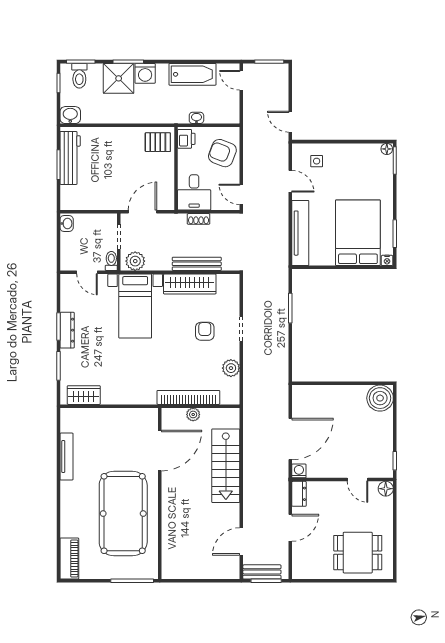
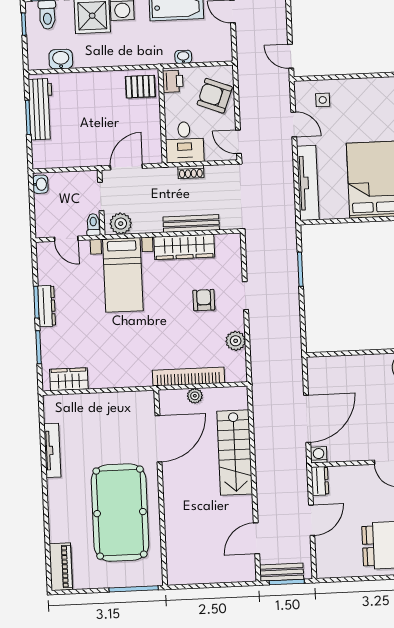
washbasin: (70, 115) -> (61, 59), moved

